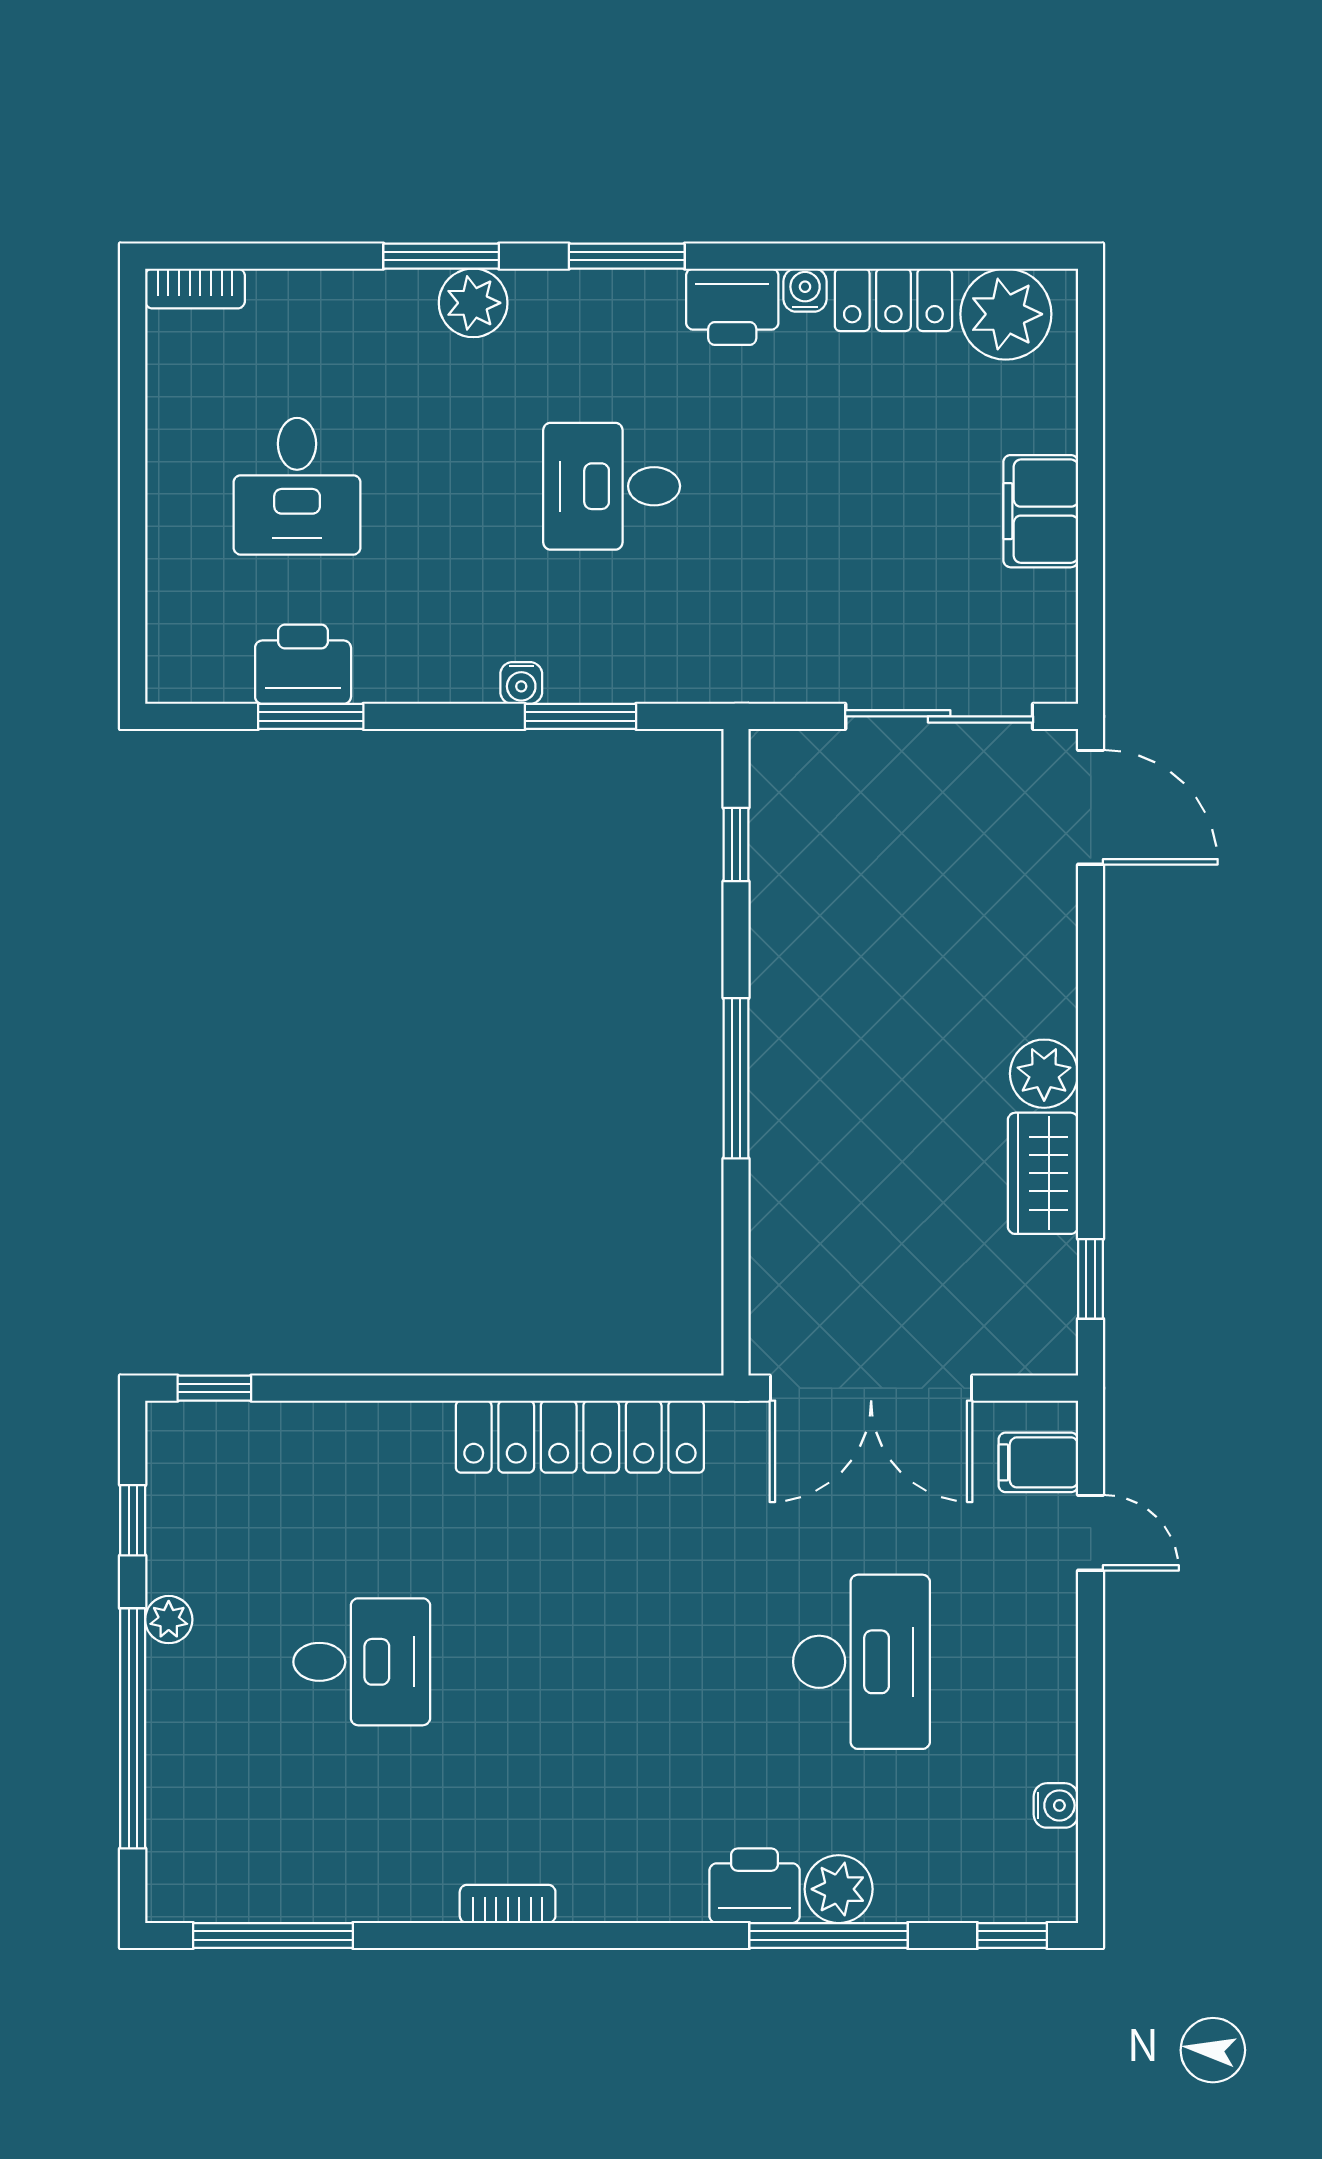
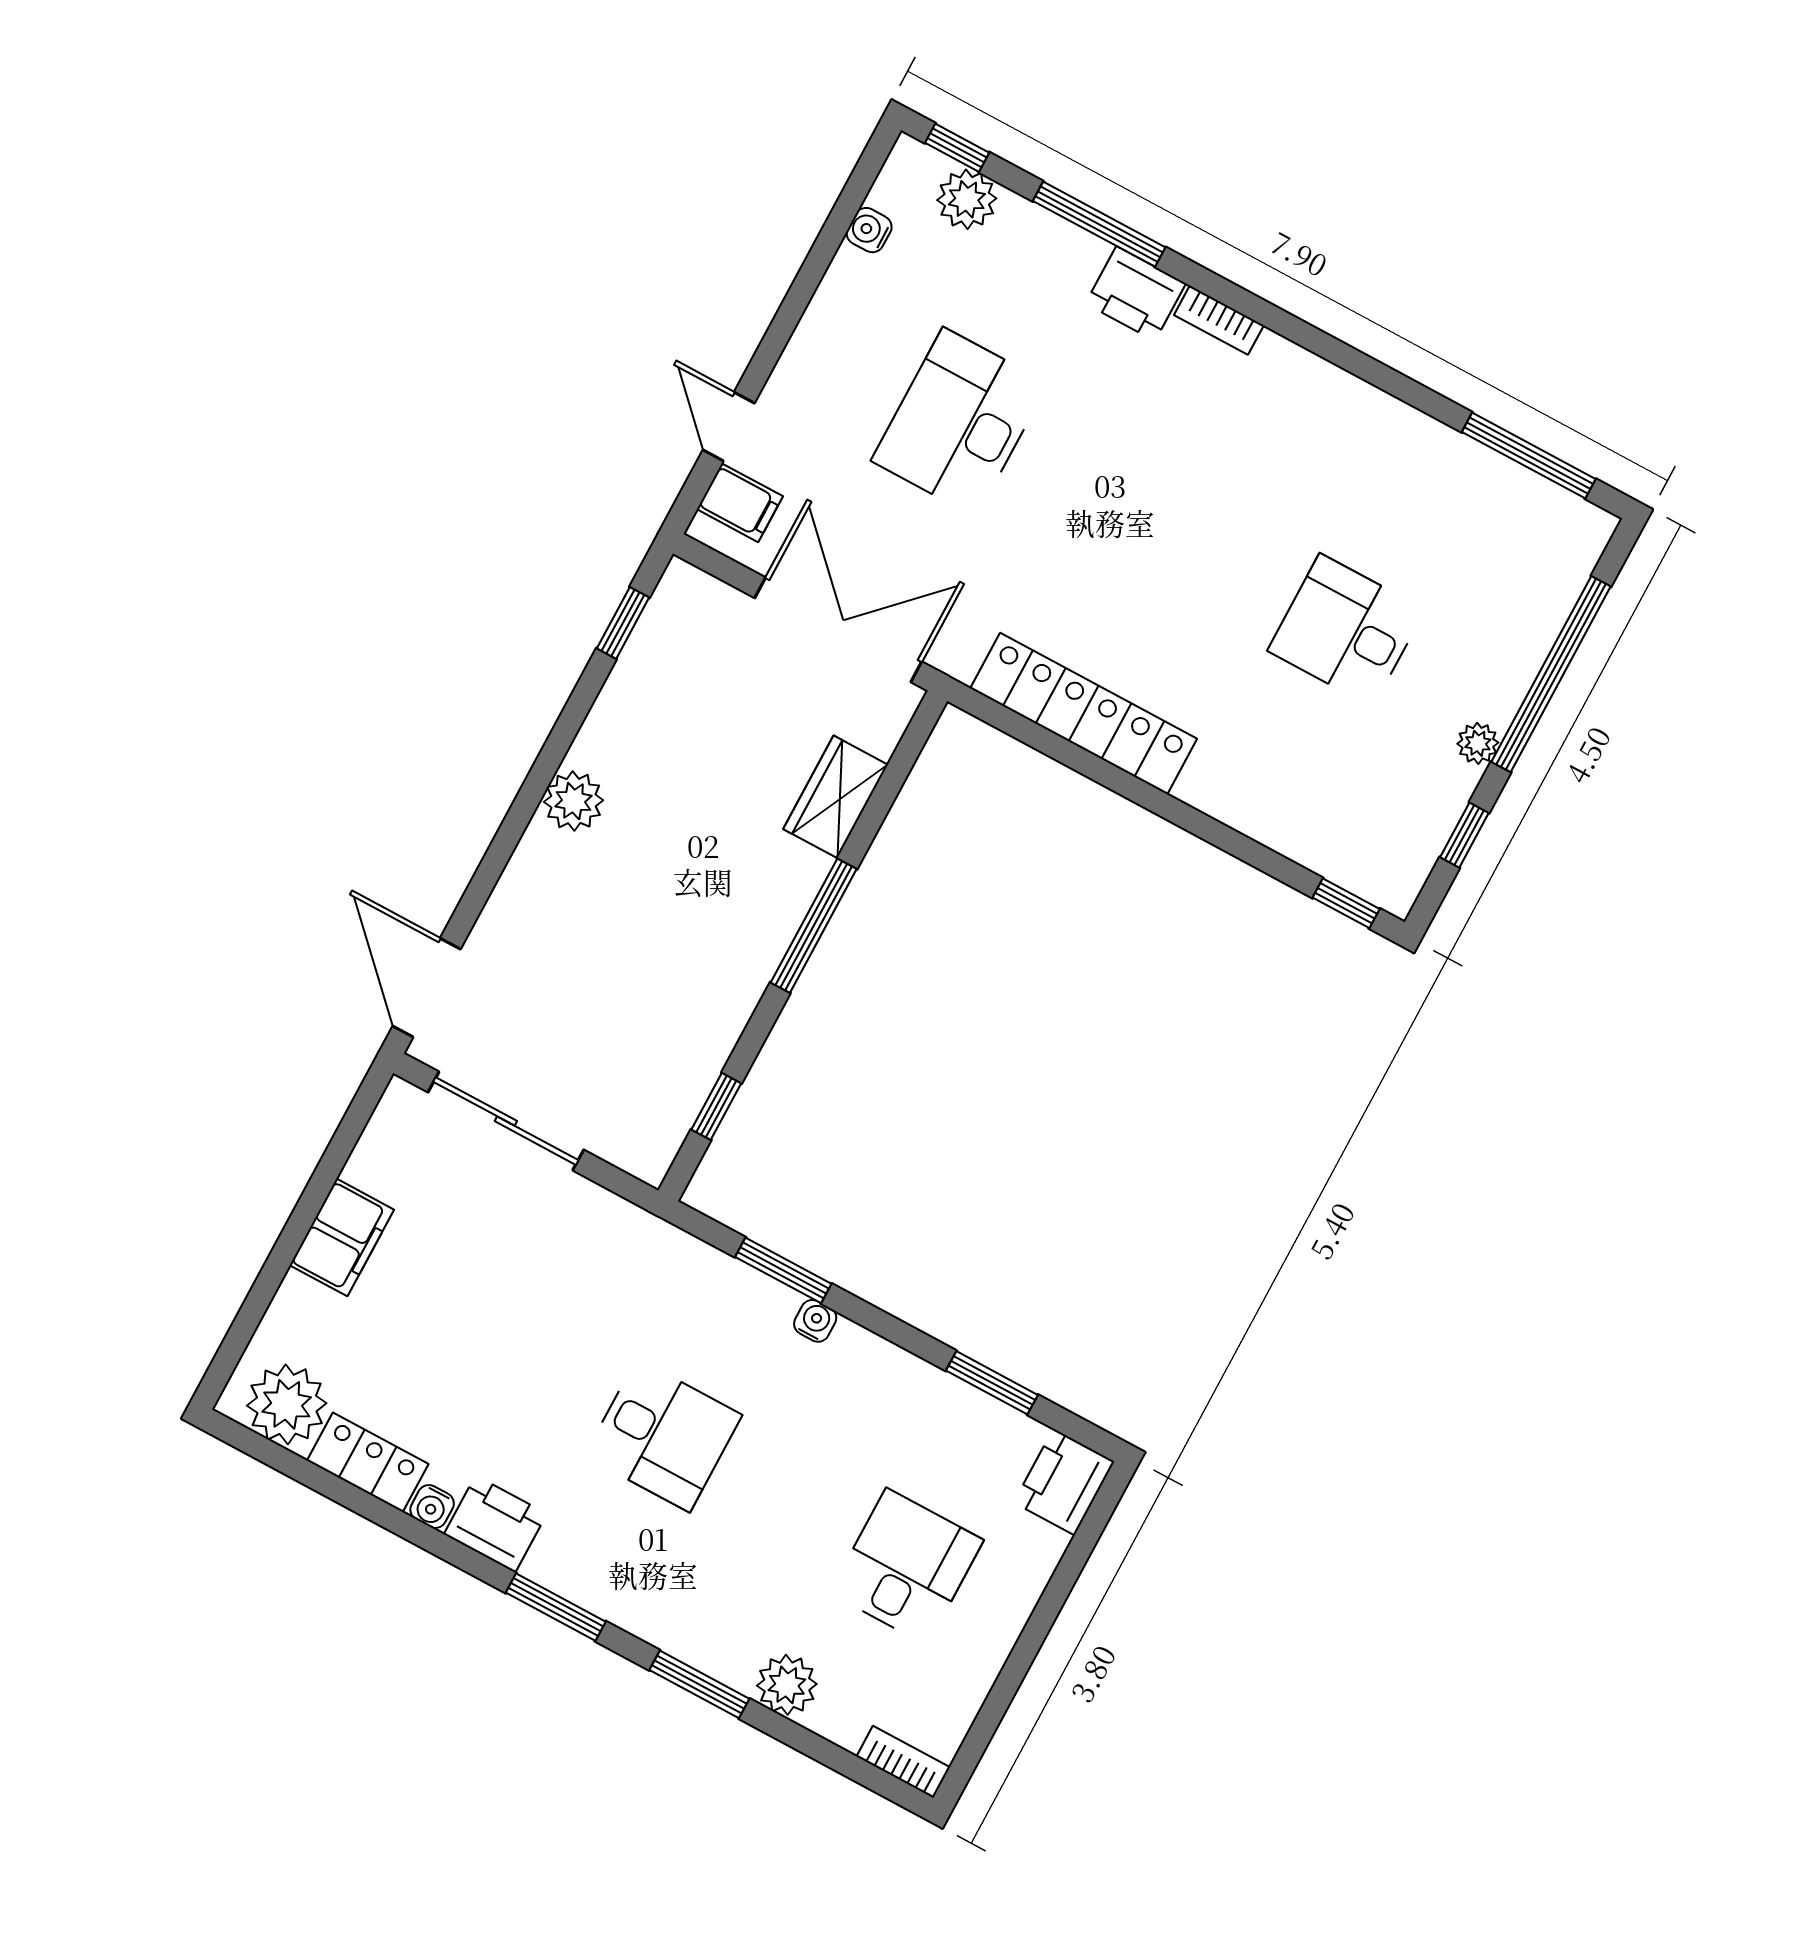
plant: (473, 303) -> (787, 1685), moved
printer: (303, 664) -> (1064, 1482), moved, turned 90
wardrobe: (1043, 1173) -> (836, 797), moved, turned 180
plant: (839, 1889) -> (967, 199), moved
bookcase: (508, 1904) -> (1219, 320), moved

